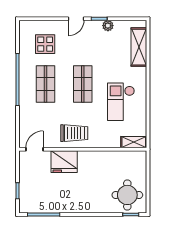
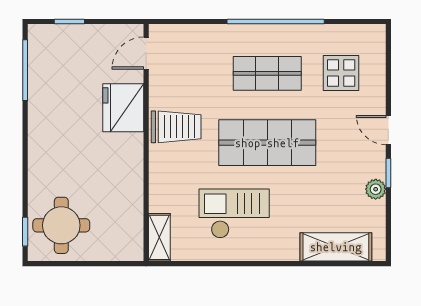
shop shelf: (83, 84) -> (267, 143), width x1.43, depth x1.36
trolley: (74, 133) -> (176, 127), turned -90
door: (34, 149) -> (146, 53), swing flipped

